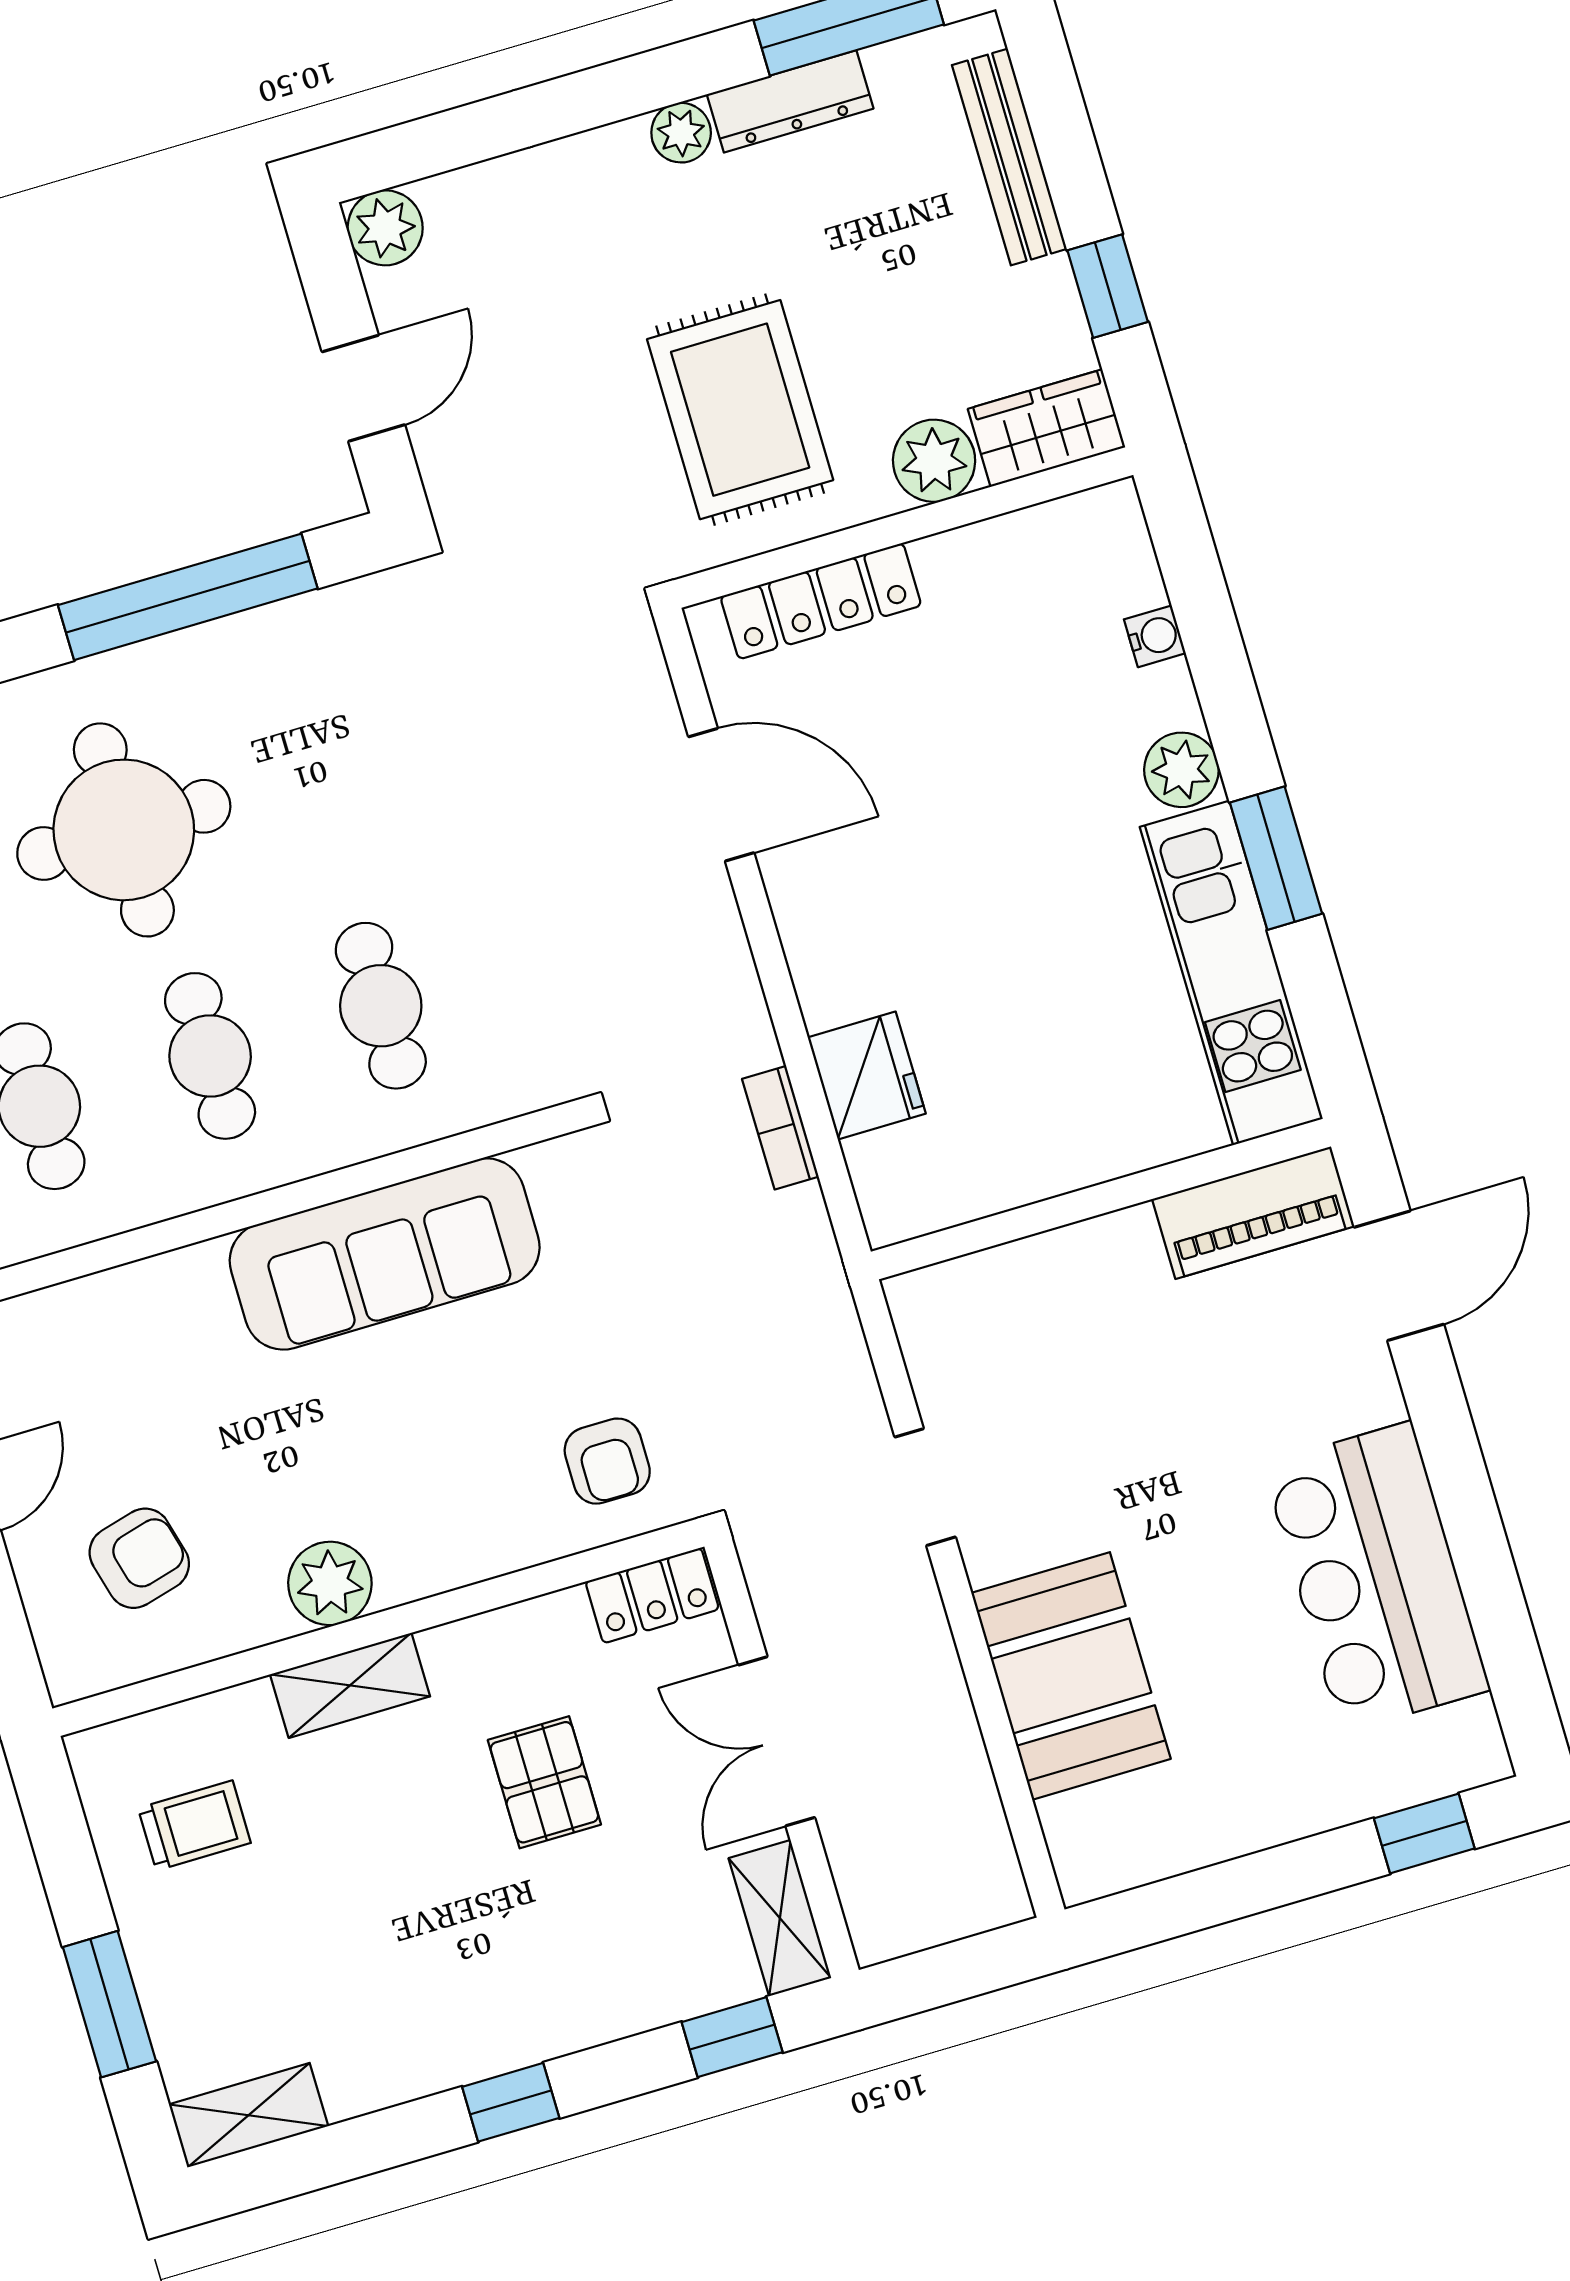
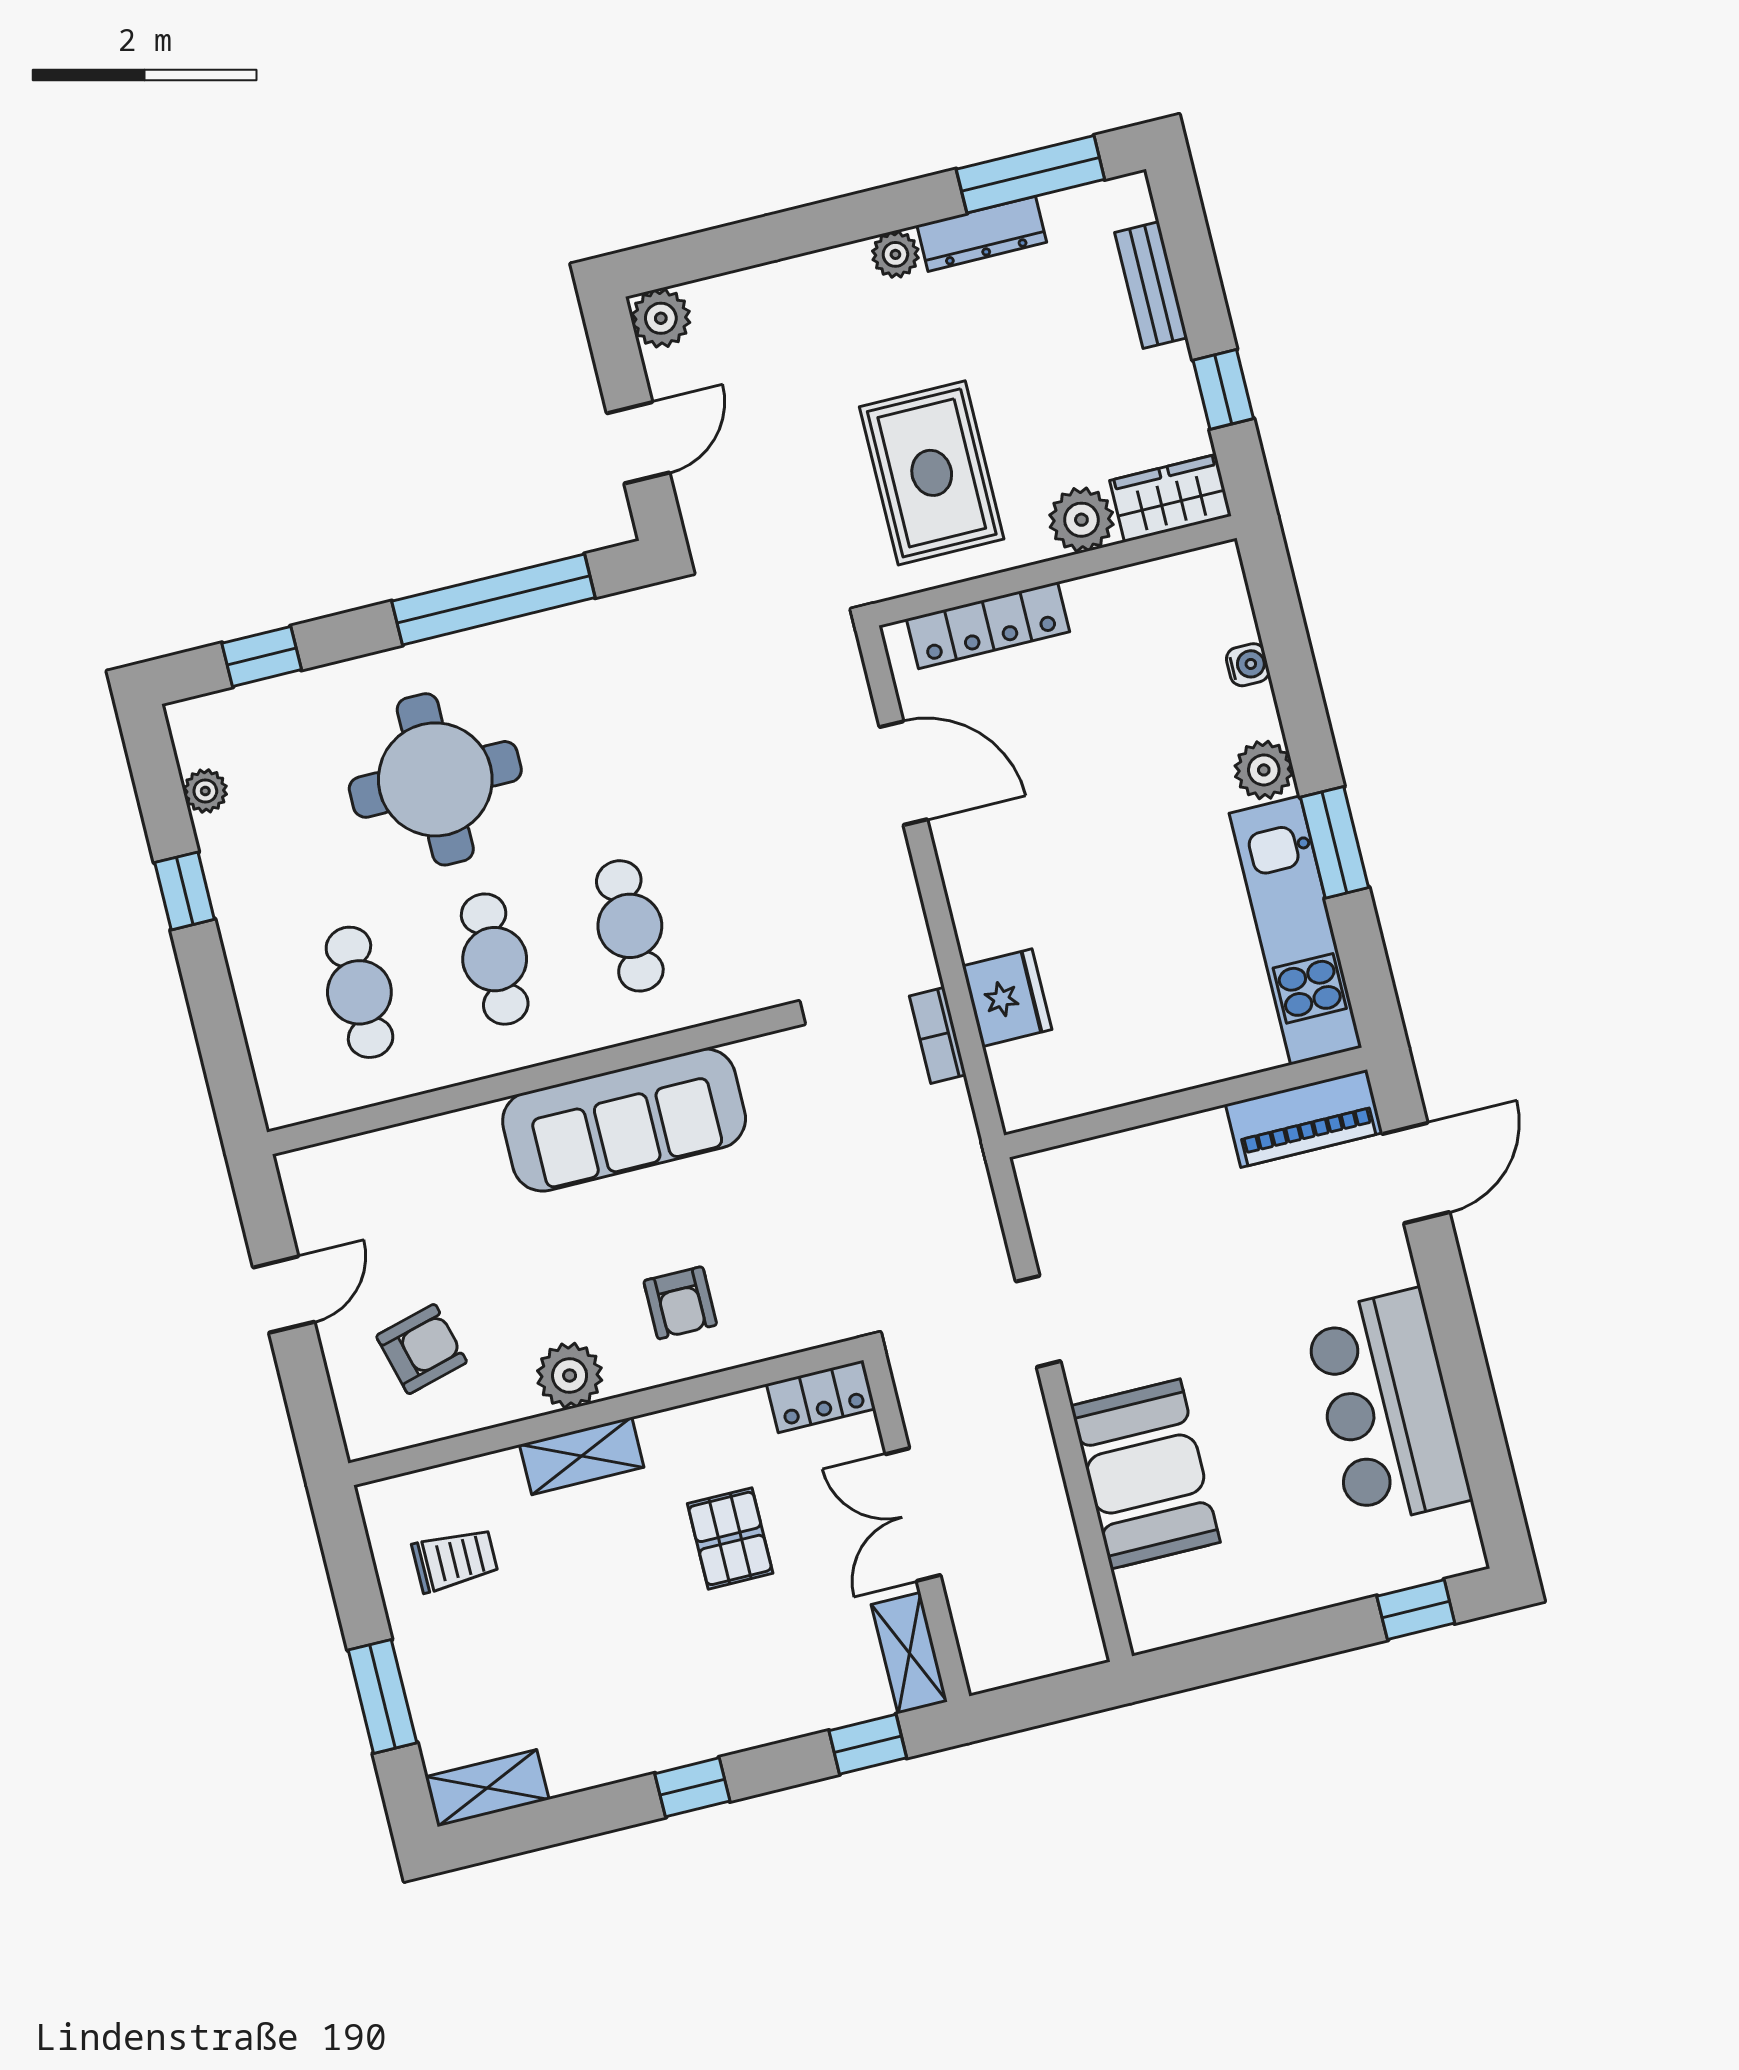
bench: (1009, 157) -> (1151, 285), width x0.73
armchair: (607, 1461) -> (680, 1303), moved

